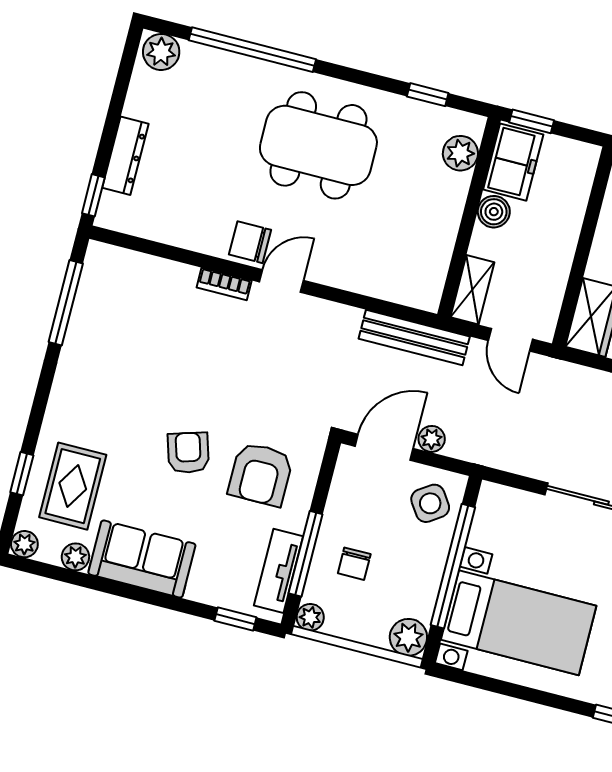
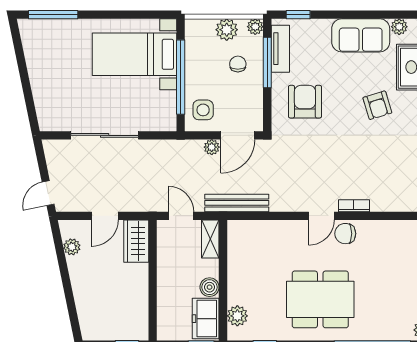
chair: (250, 242) -> (345, 234), turned 180
armchair: (188, 453) -> (377, 105), moved
side table: (430, 503) -> (203, 110), turned 34
plant: (408, 637) -> (227, 30), moved

